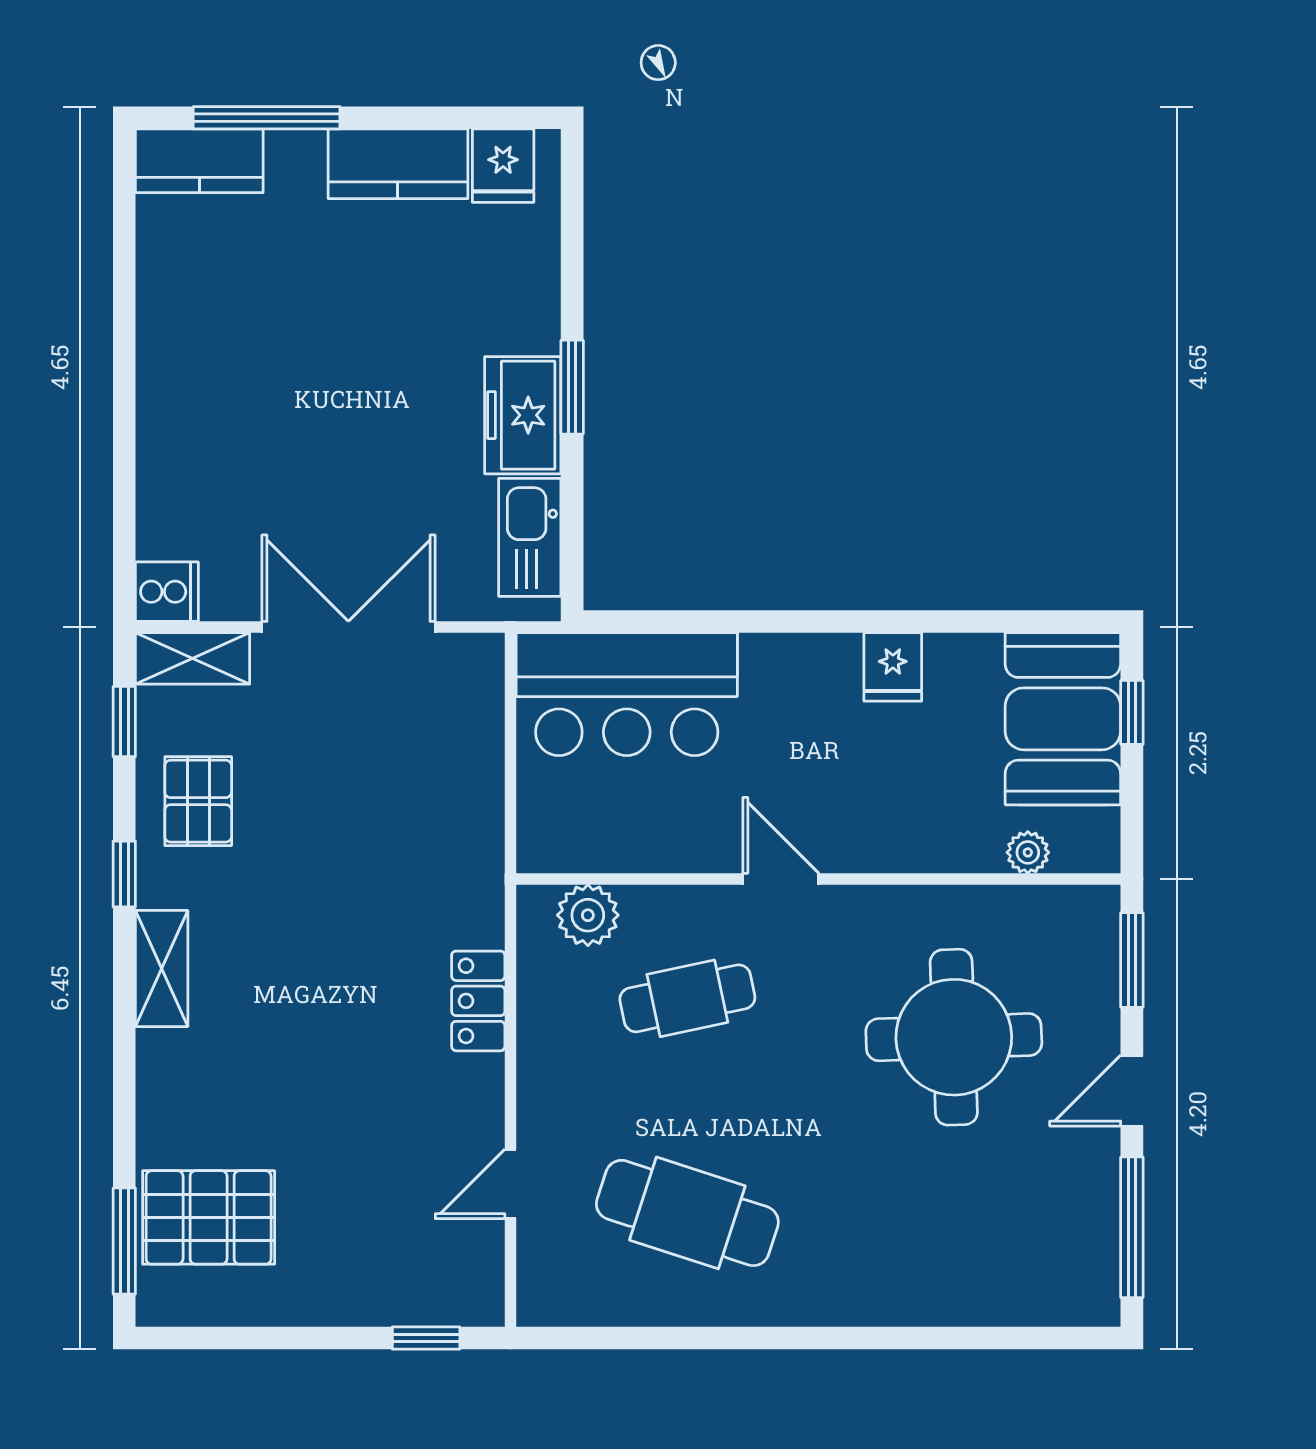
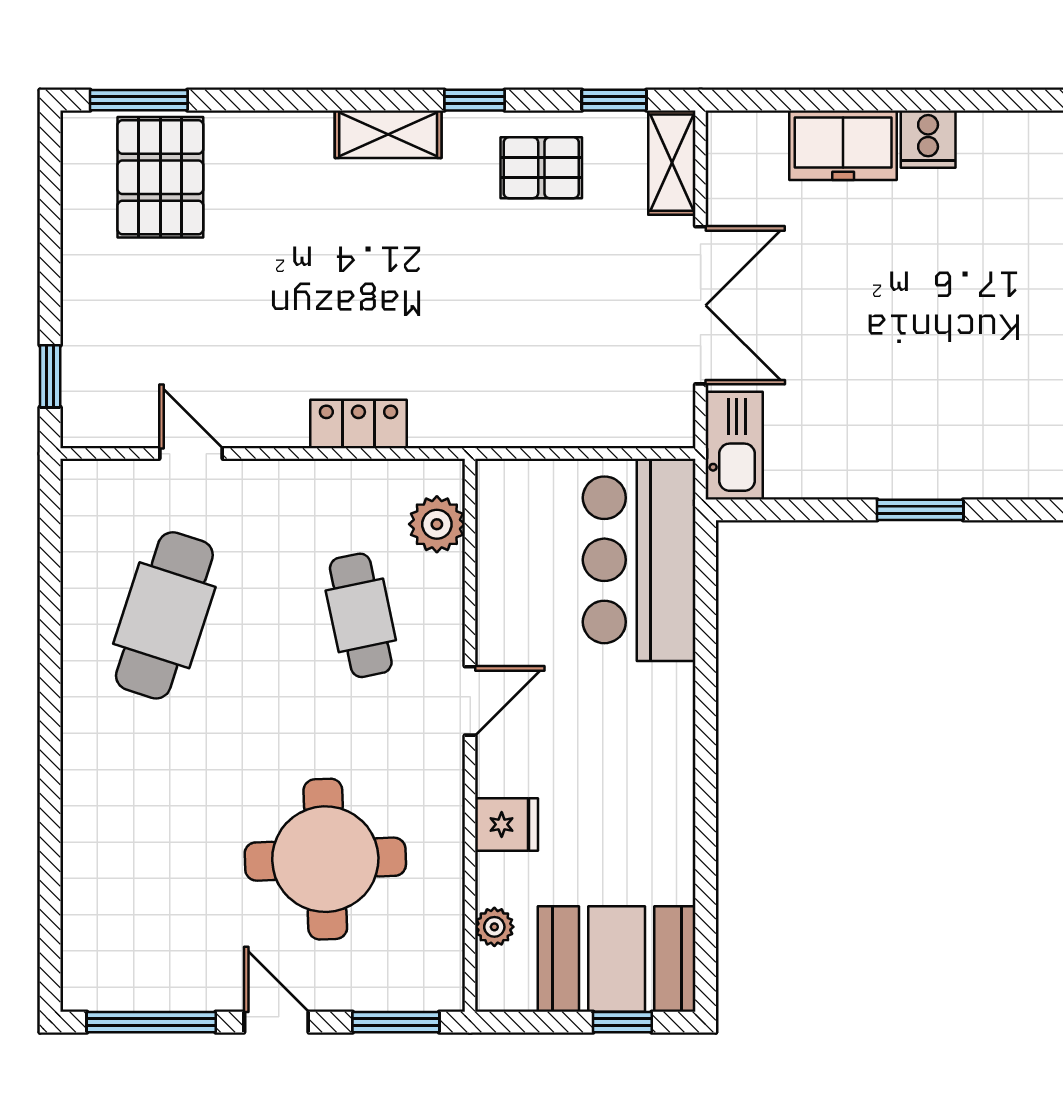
freezer: (523, 415) -> (843, 145), moved, turned 180
kitchen sink: (530, 537) -> (734, 446), moved, turned 90
cooker: (167, 592) -> (928, 139), moved
fridge: (893, 667) -> (507, 824), moved, turned 180

